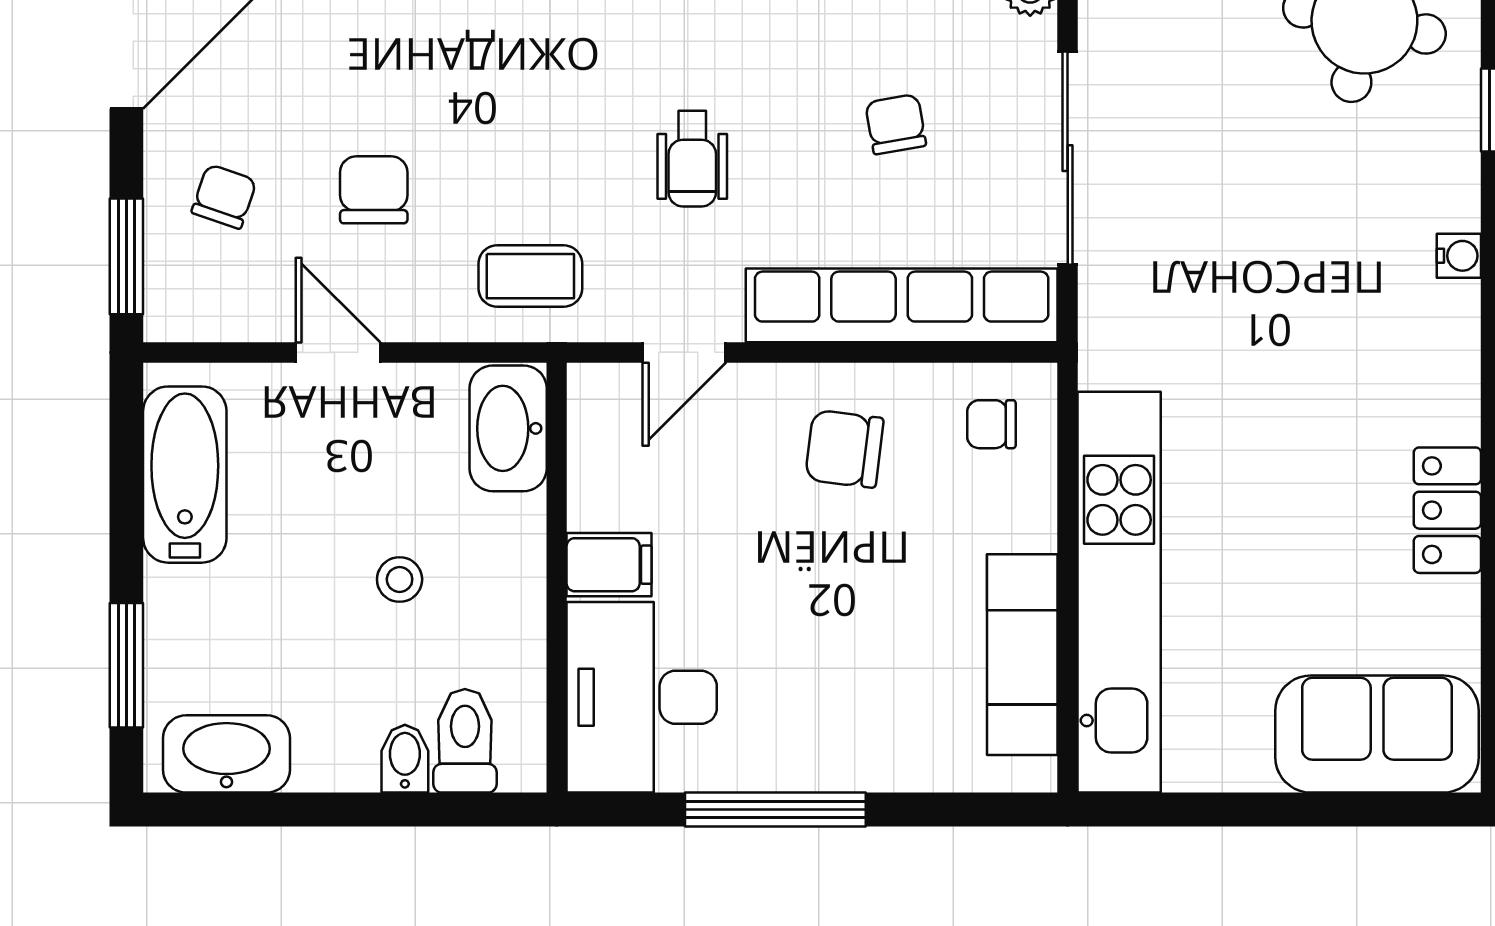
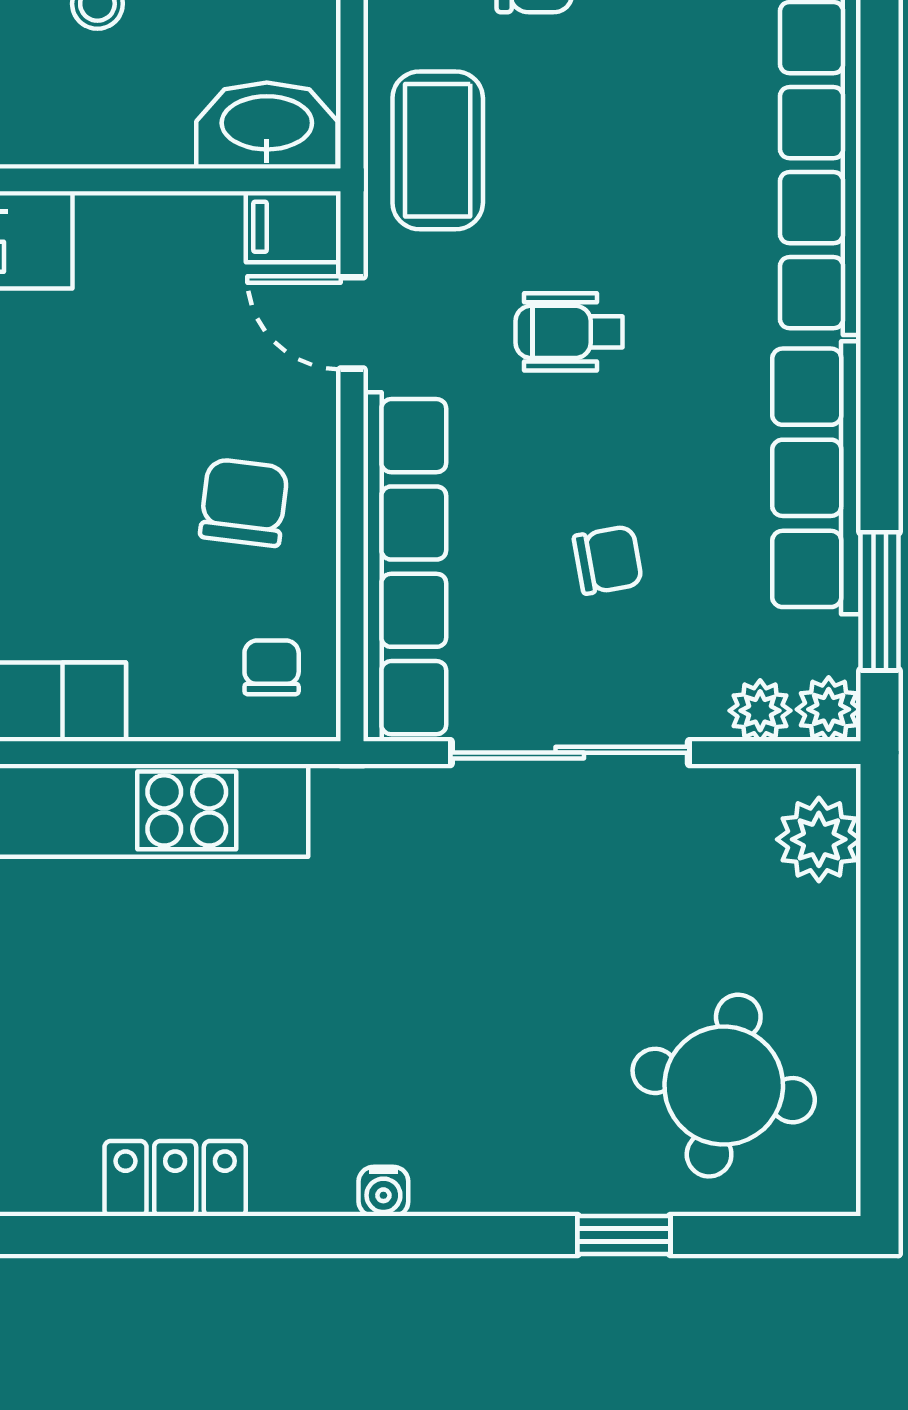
water cooler: (1459, 256) -> (383, 1191), moved
coffee table: (530, 276) -> (438, 150), width x1.36, depth x1.30
filing cabinet: (609, 565) -> (293, 227), moved, turned 90

